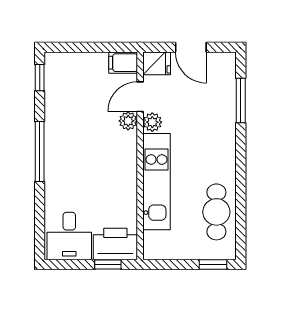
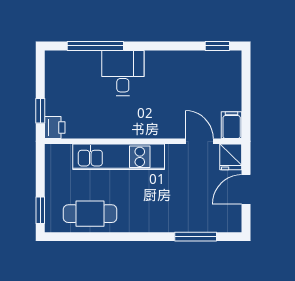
plant: (128, 121) -> (176, 130), removed
plant: (152, 122) -> (175, 153), removed
window: (40, 152) -> (95, 46), moved
desk: (69, 236) -> (123, 73), moved, turned 90
printer: (115, 244) -> (55, 128), width x0.53, depth x0.68

